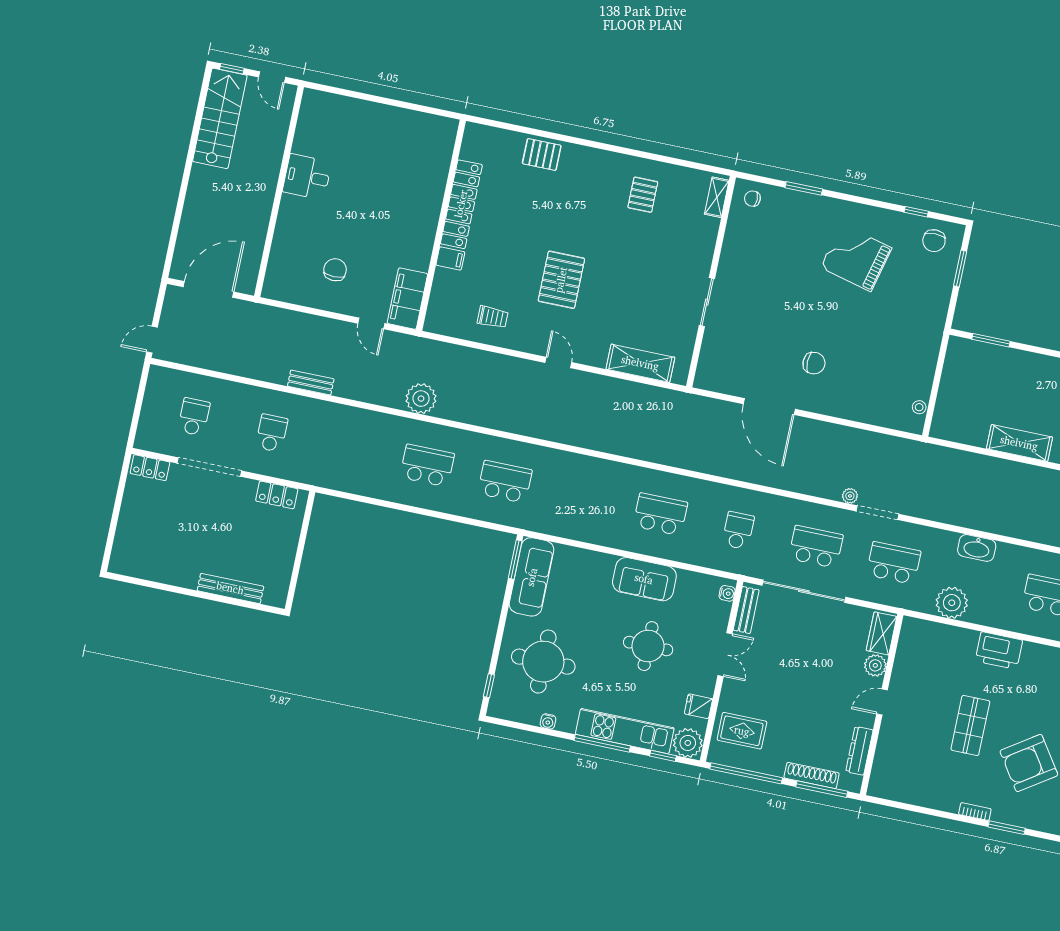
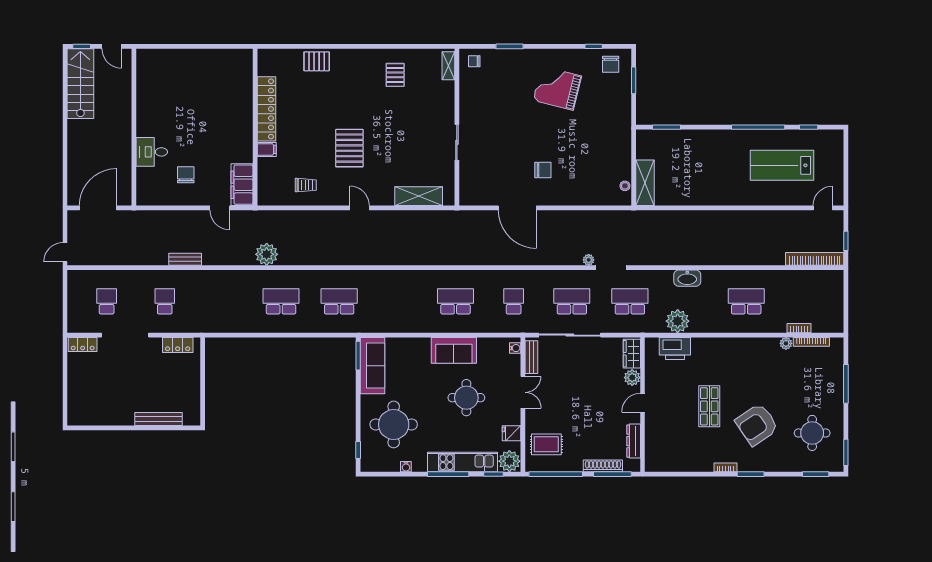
desk: (307, 177) -> (152, 152), moved
shelving: (1019, 443) -> (645, 183), moved, turned 90
printer: (999, 651) -> (675, 348), moved

